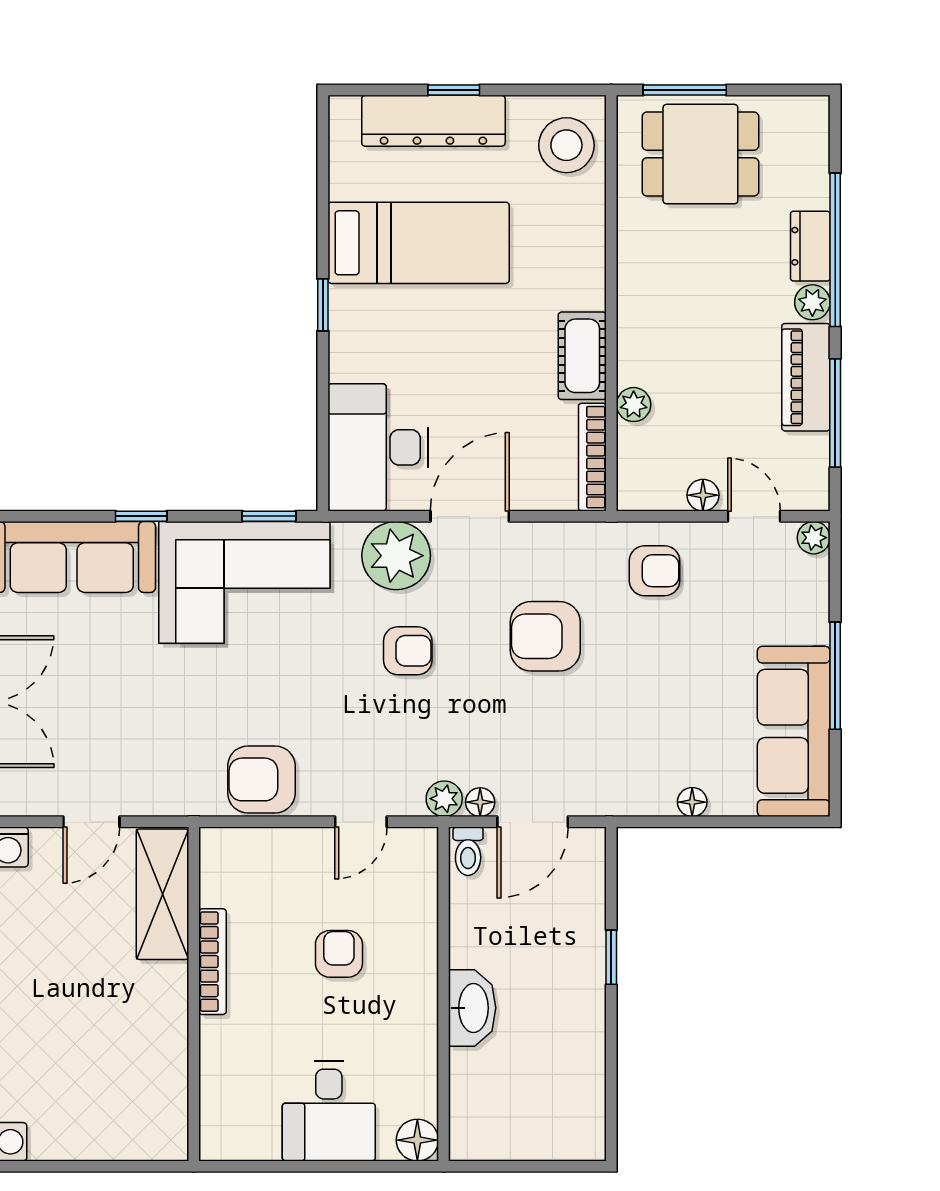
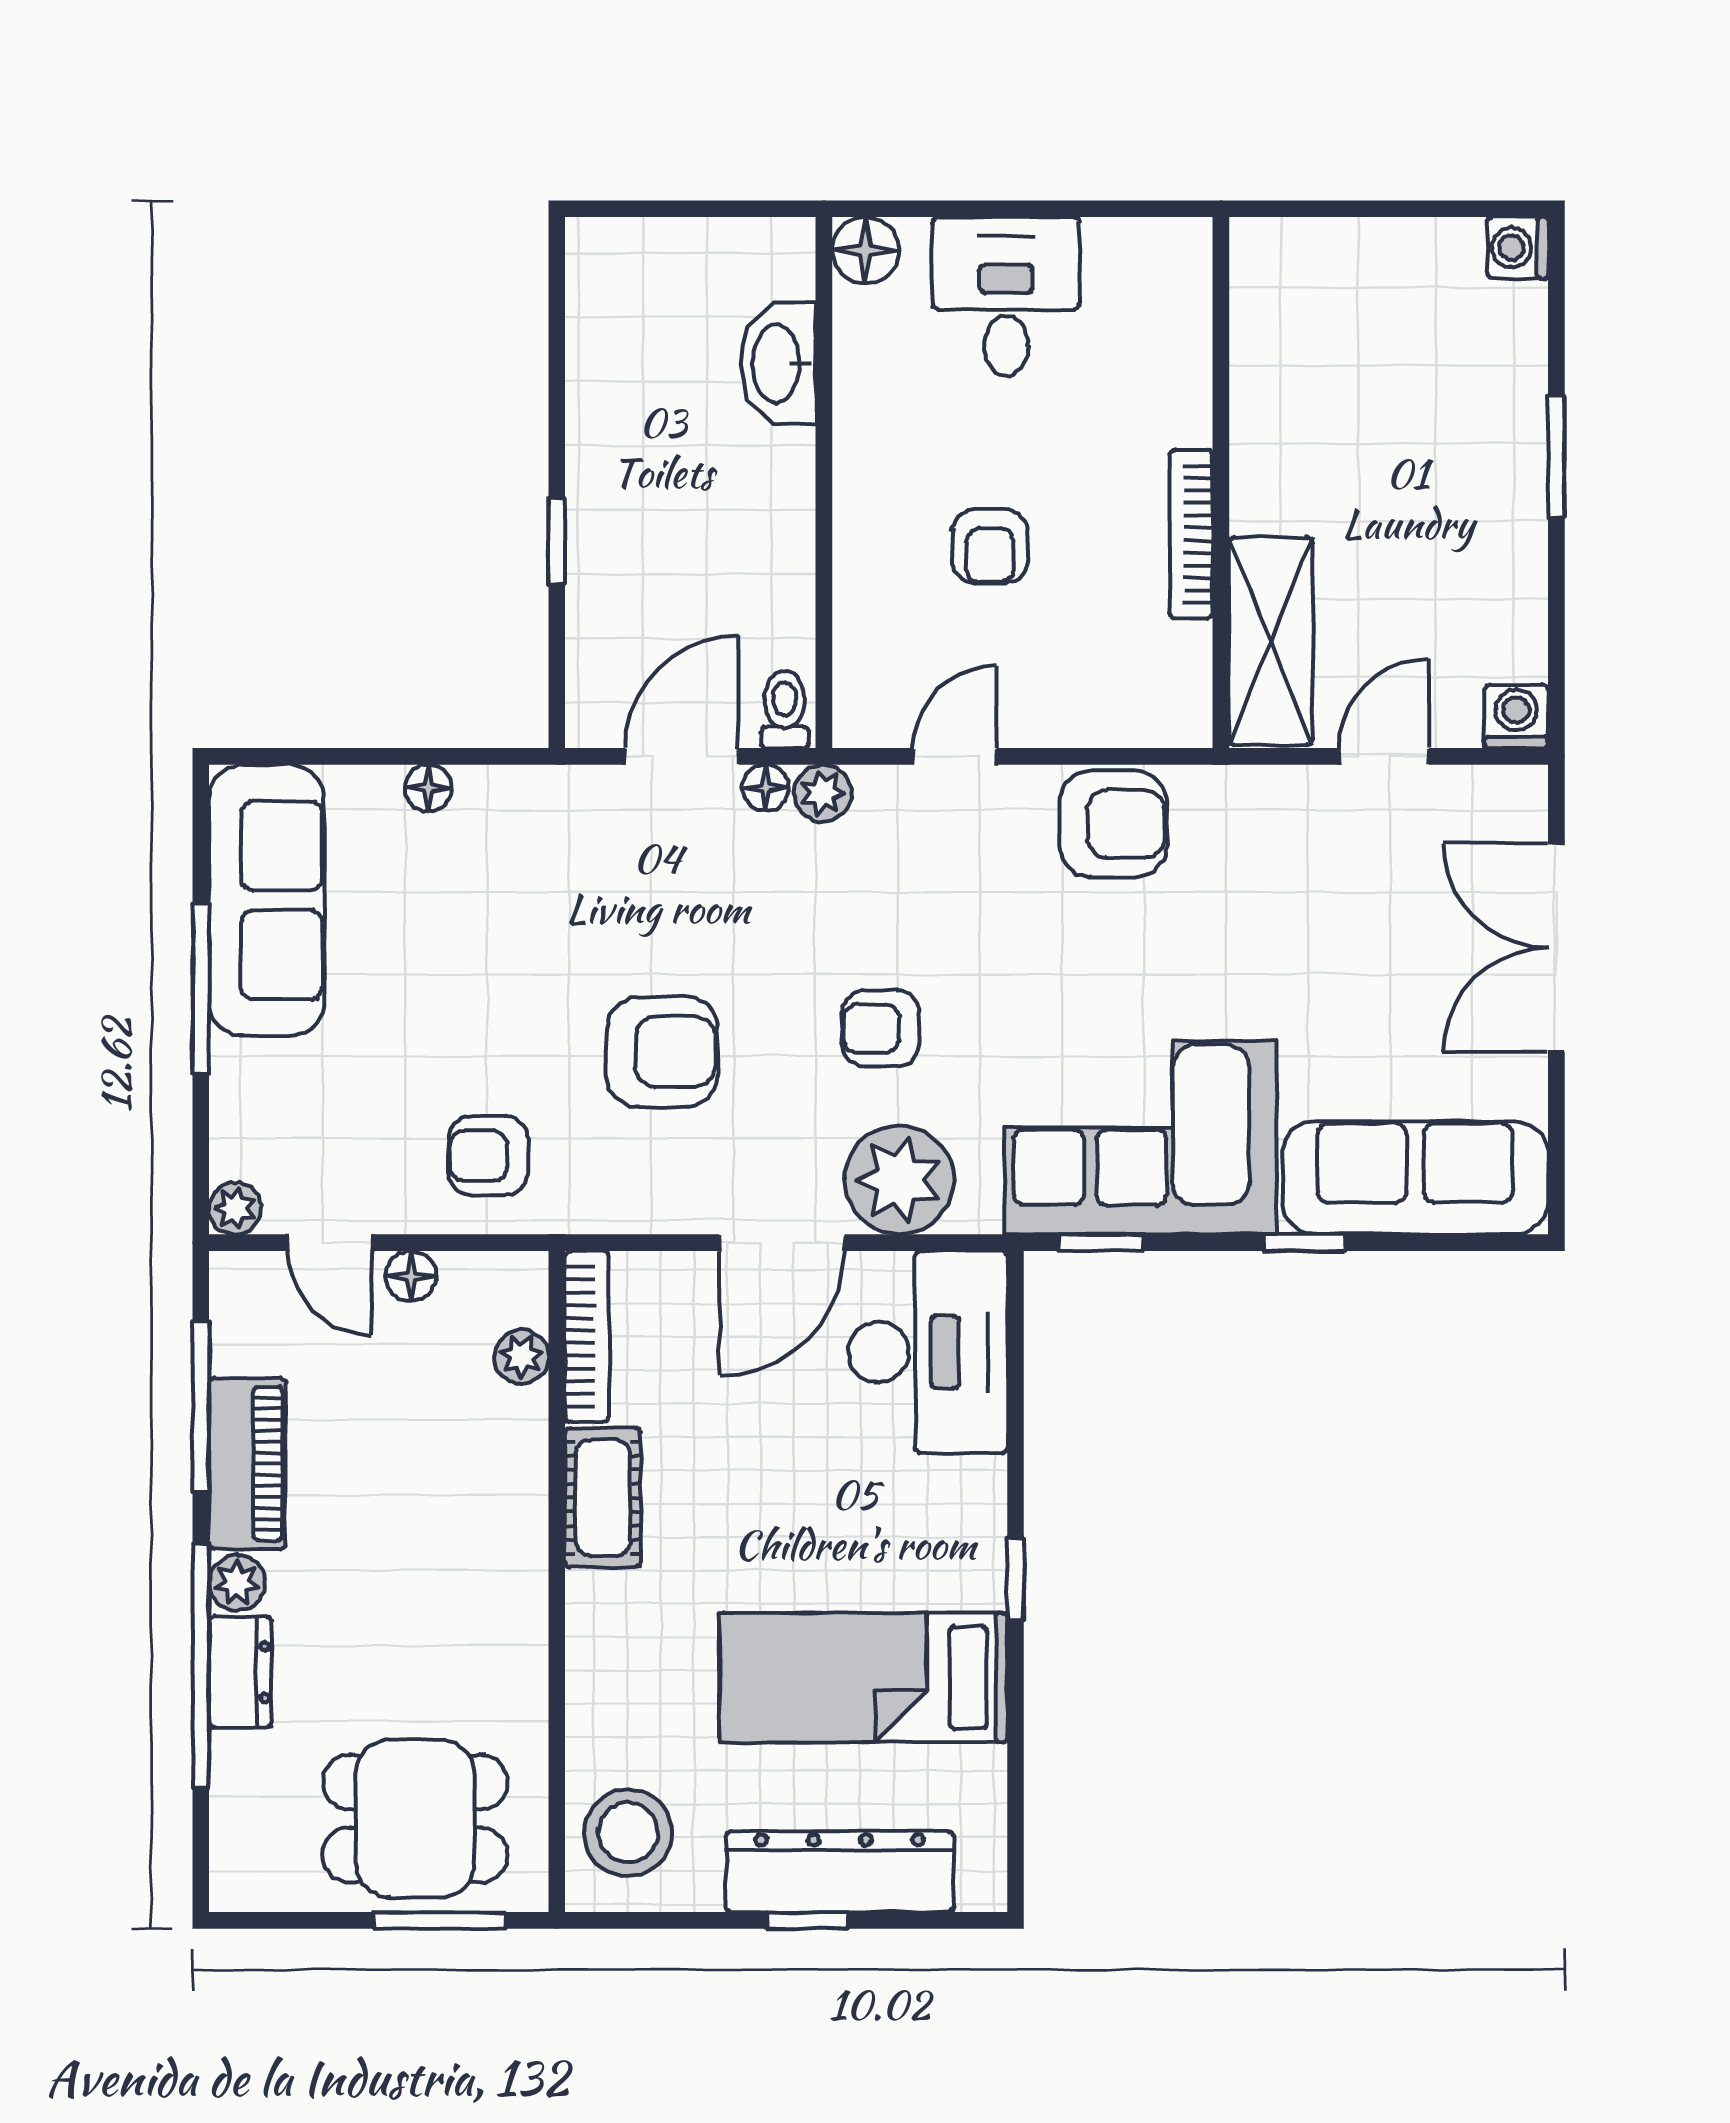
plant: (634, 405) -> (521, 1357), moved
washbasin: (472, 1008) -> (778, 364), moved

